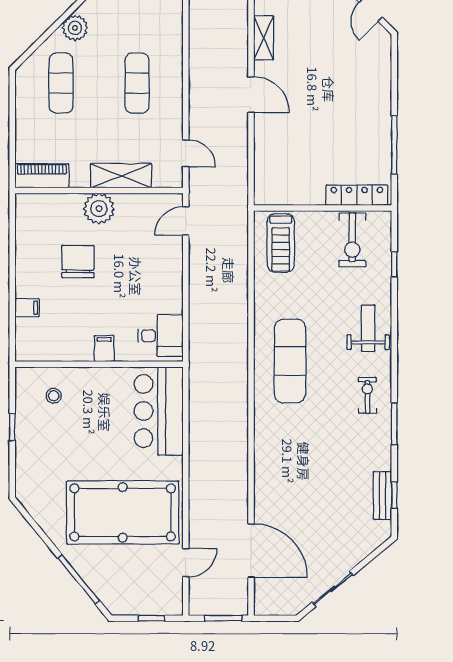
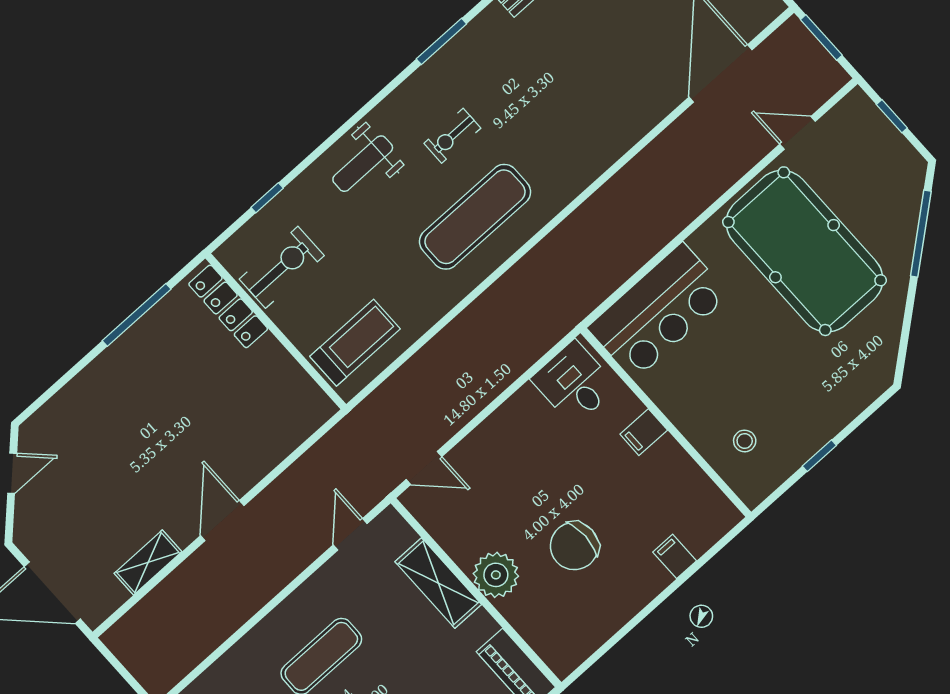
exercise bike: (367, 395) -> (452, 136), moved

